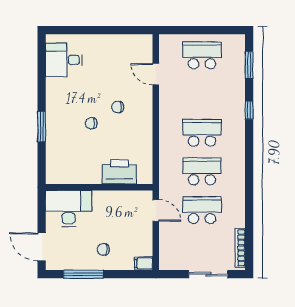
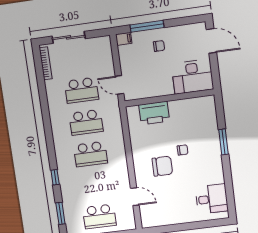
chair: (118, 107) -> (162, 166), width x1.87, depth x1.87
window: (83, 274) -> (147, 26), moved

